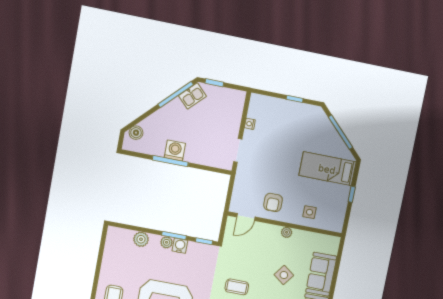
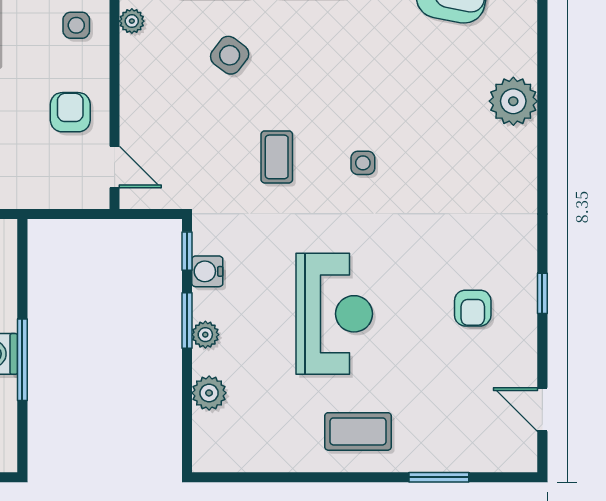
armchair: (273, 202) -> (70, 112), turned -90
plant: (287, 232) -> (132, 21), moved
water cooler: (180, 246) -> (207, 271), moved

